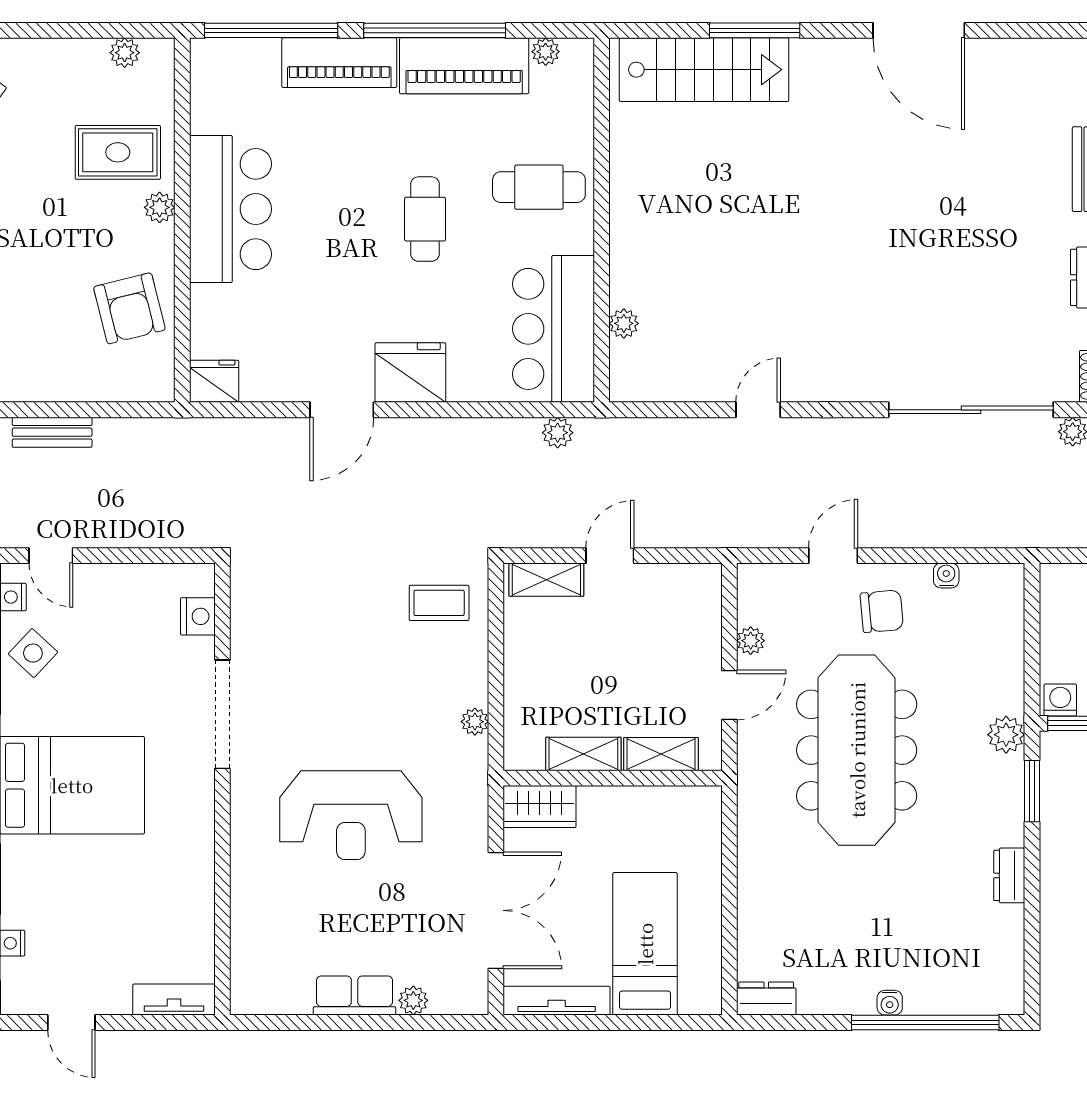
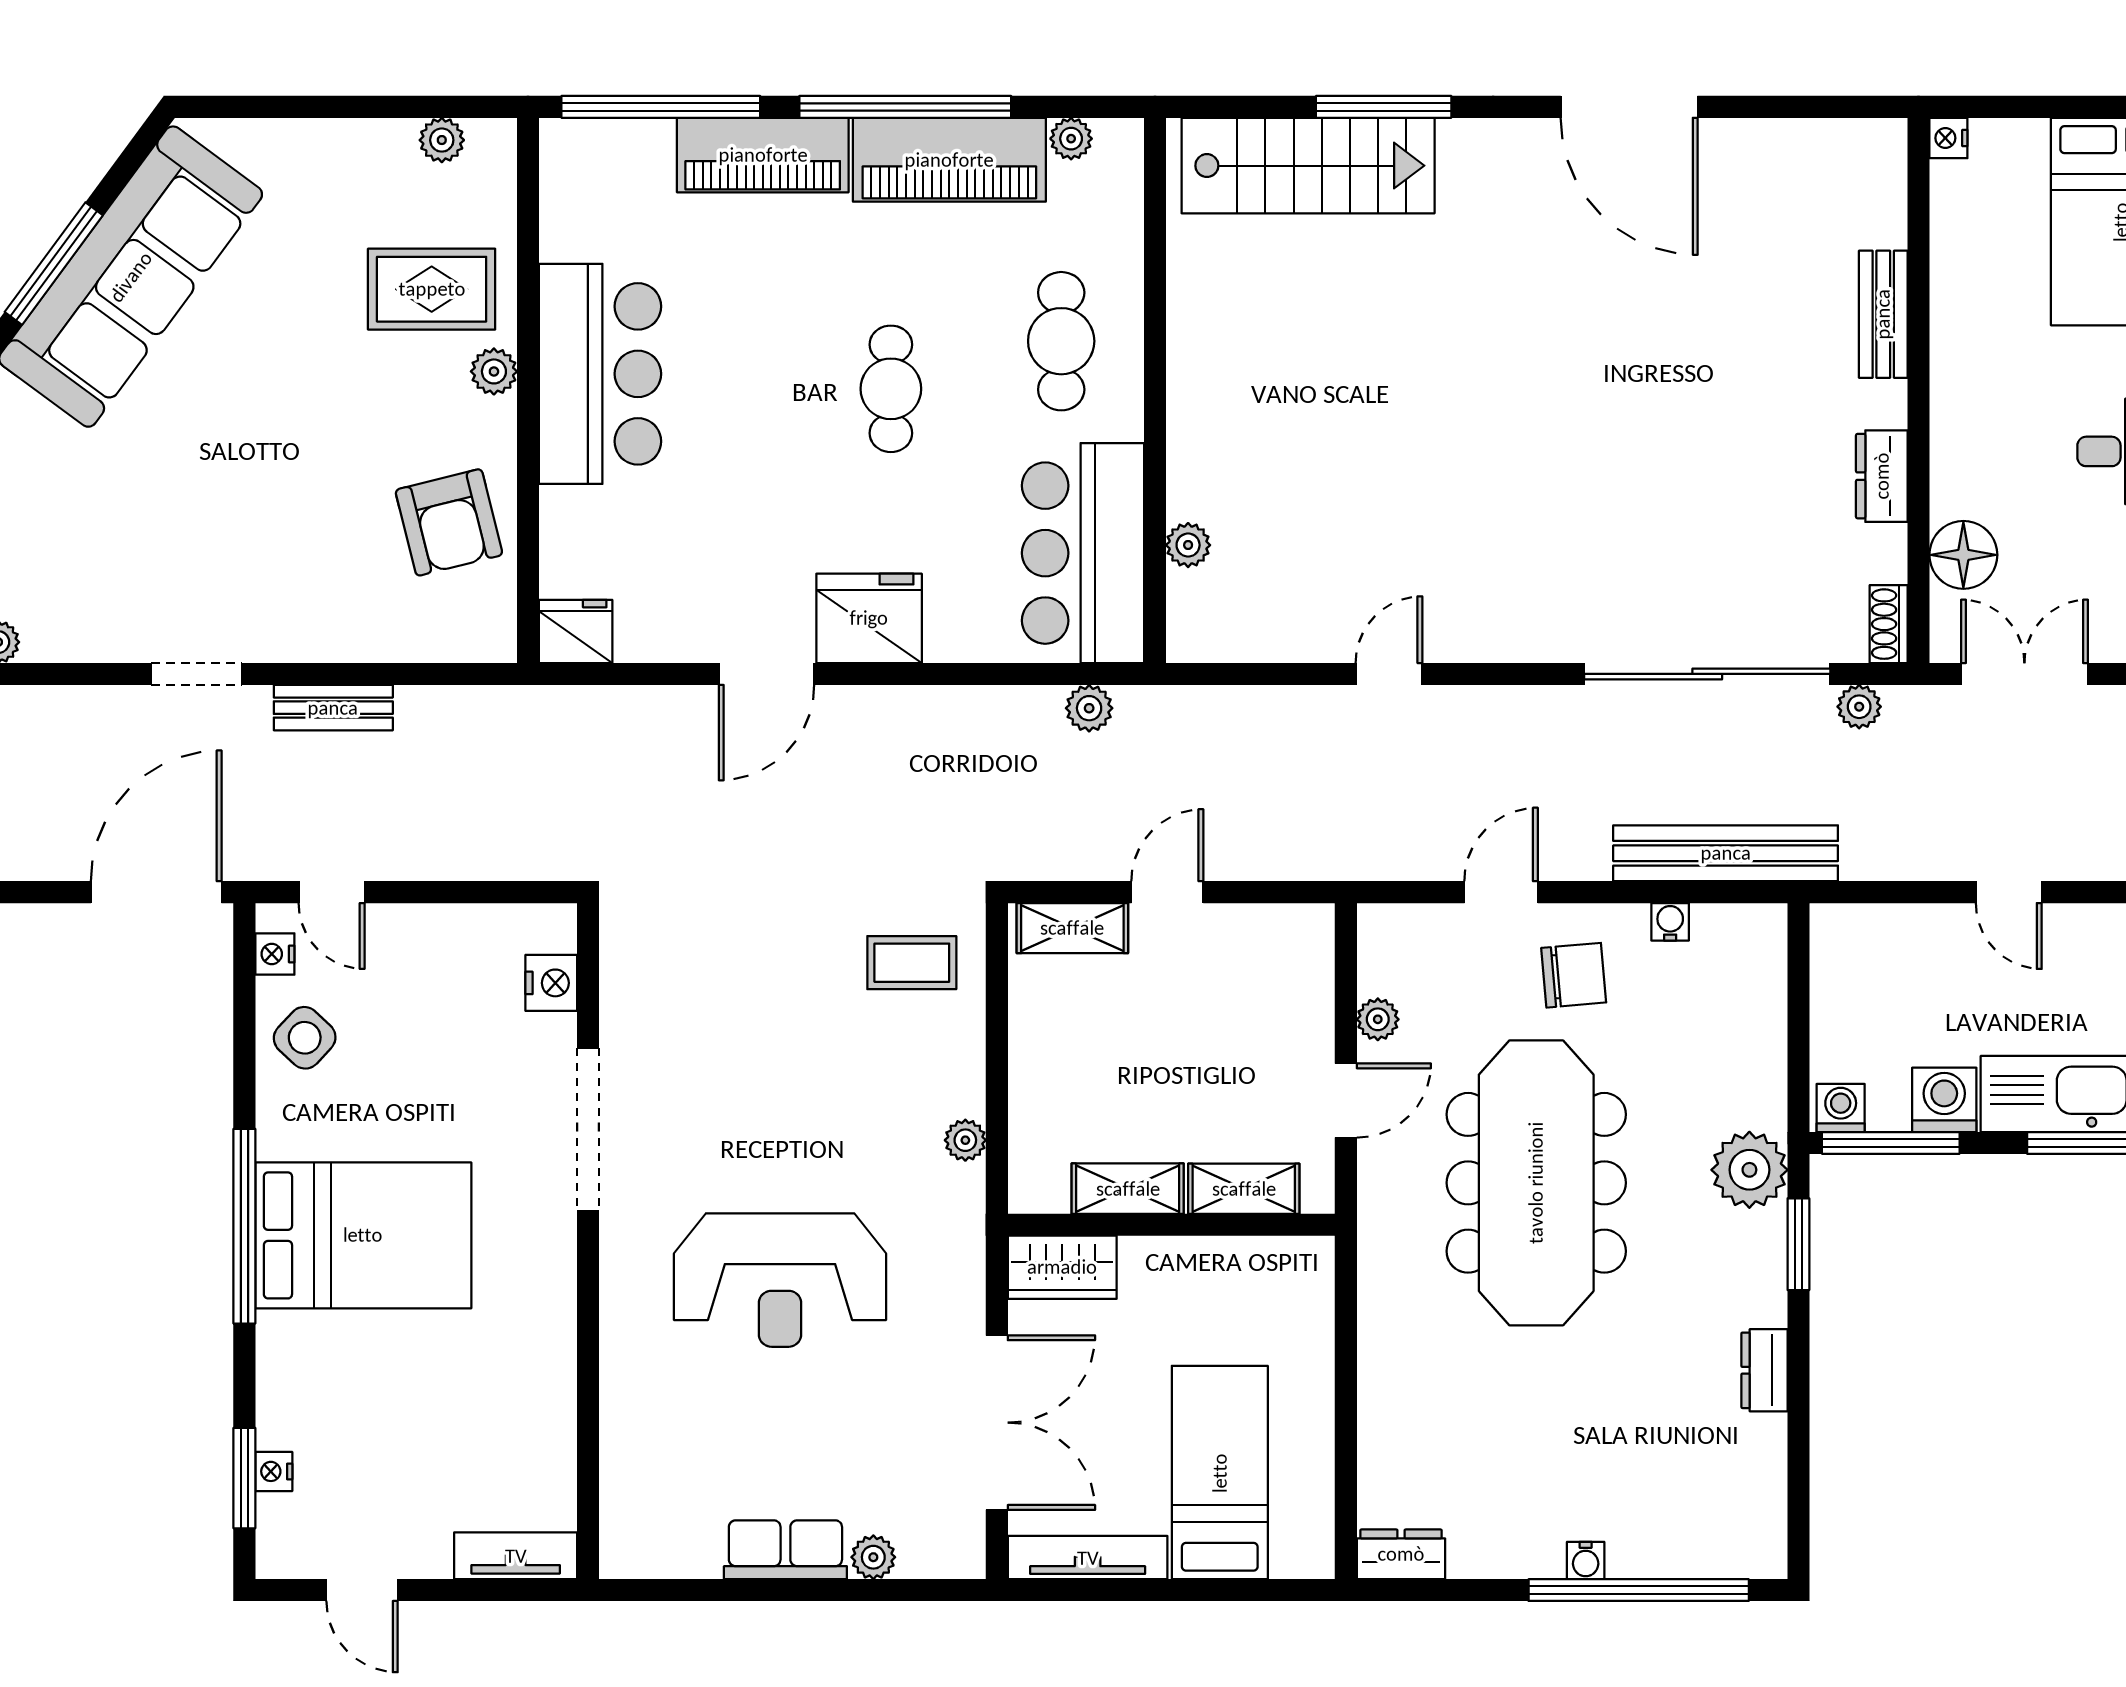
cafe table: (539, 187) -> (1061, 341), turned 90
bench: (983, 530) -> (1726, 853), added
plant: (1006, 735) -> (1749, 1170), width x1.36, depth x1.36

